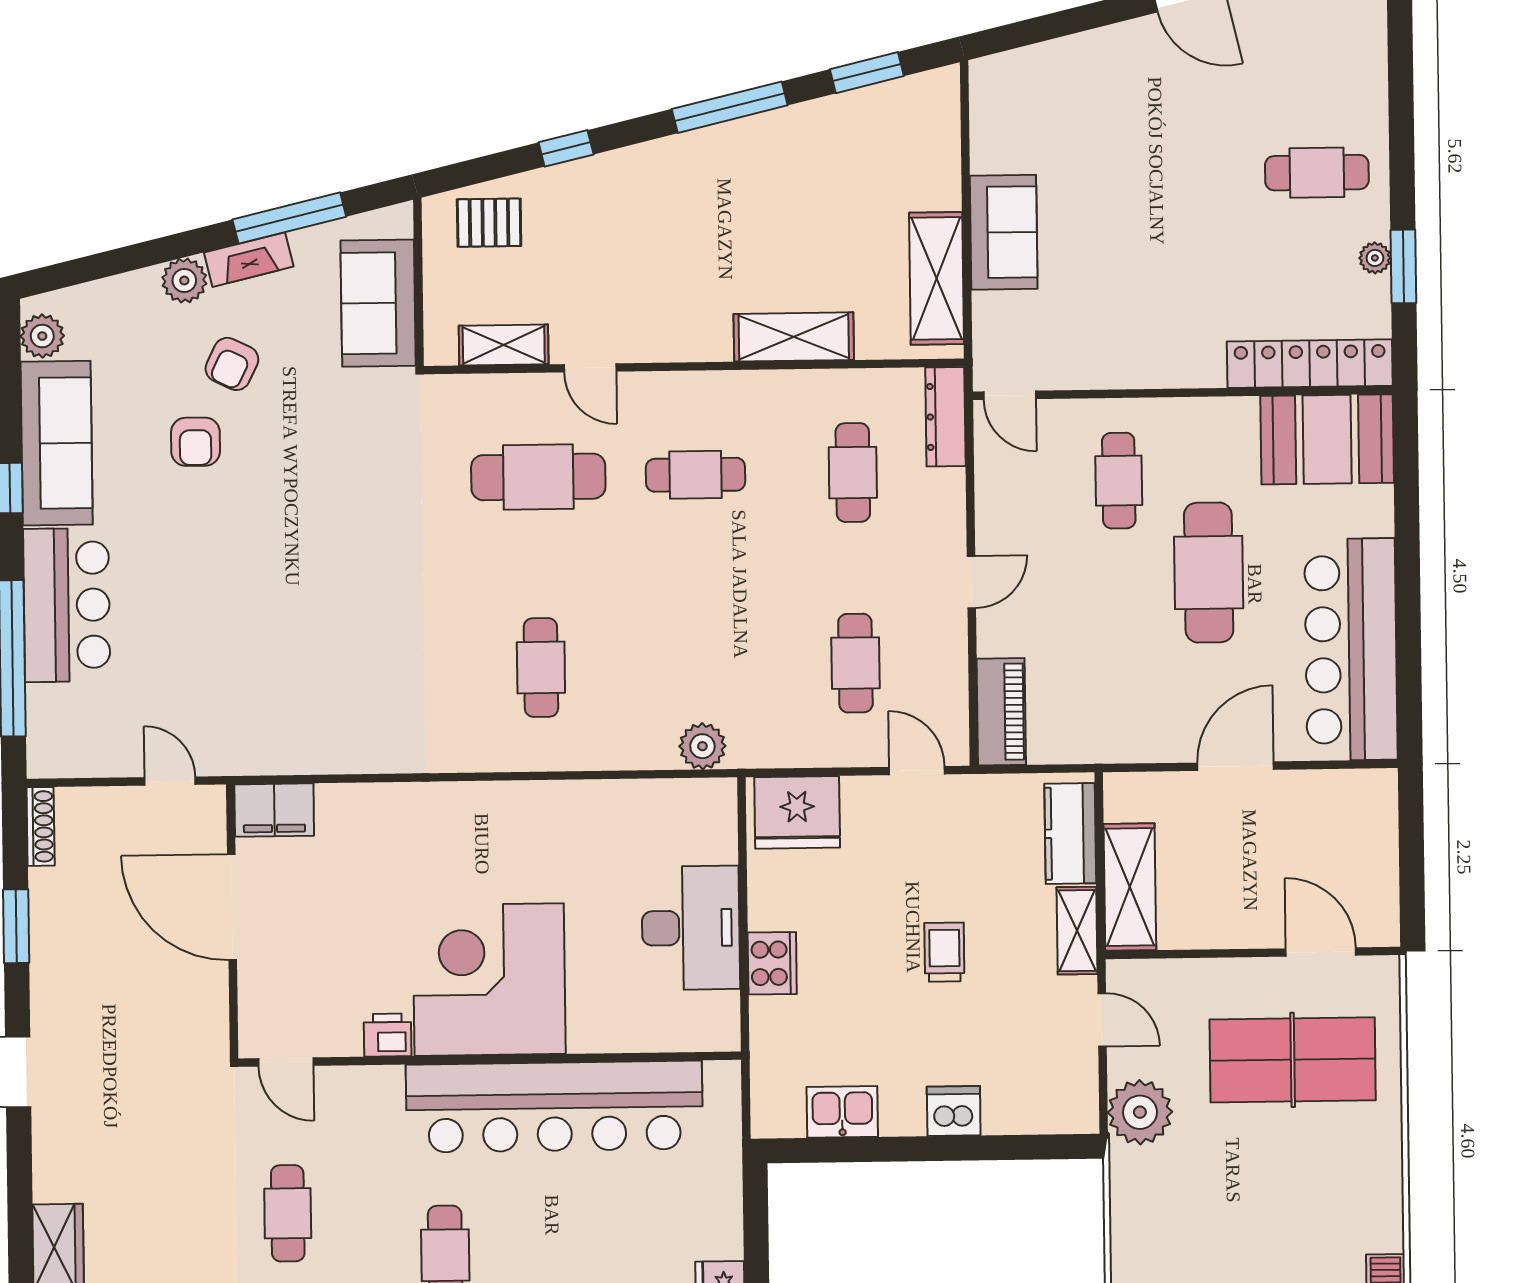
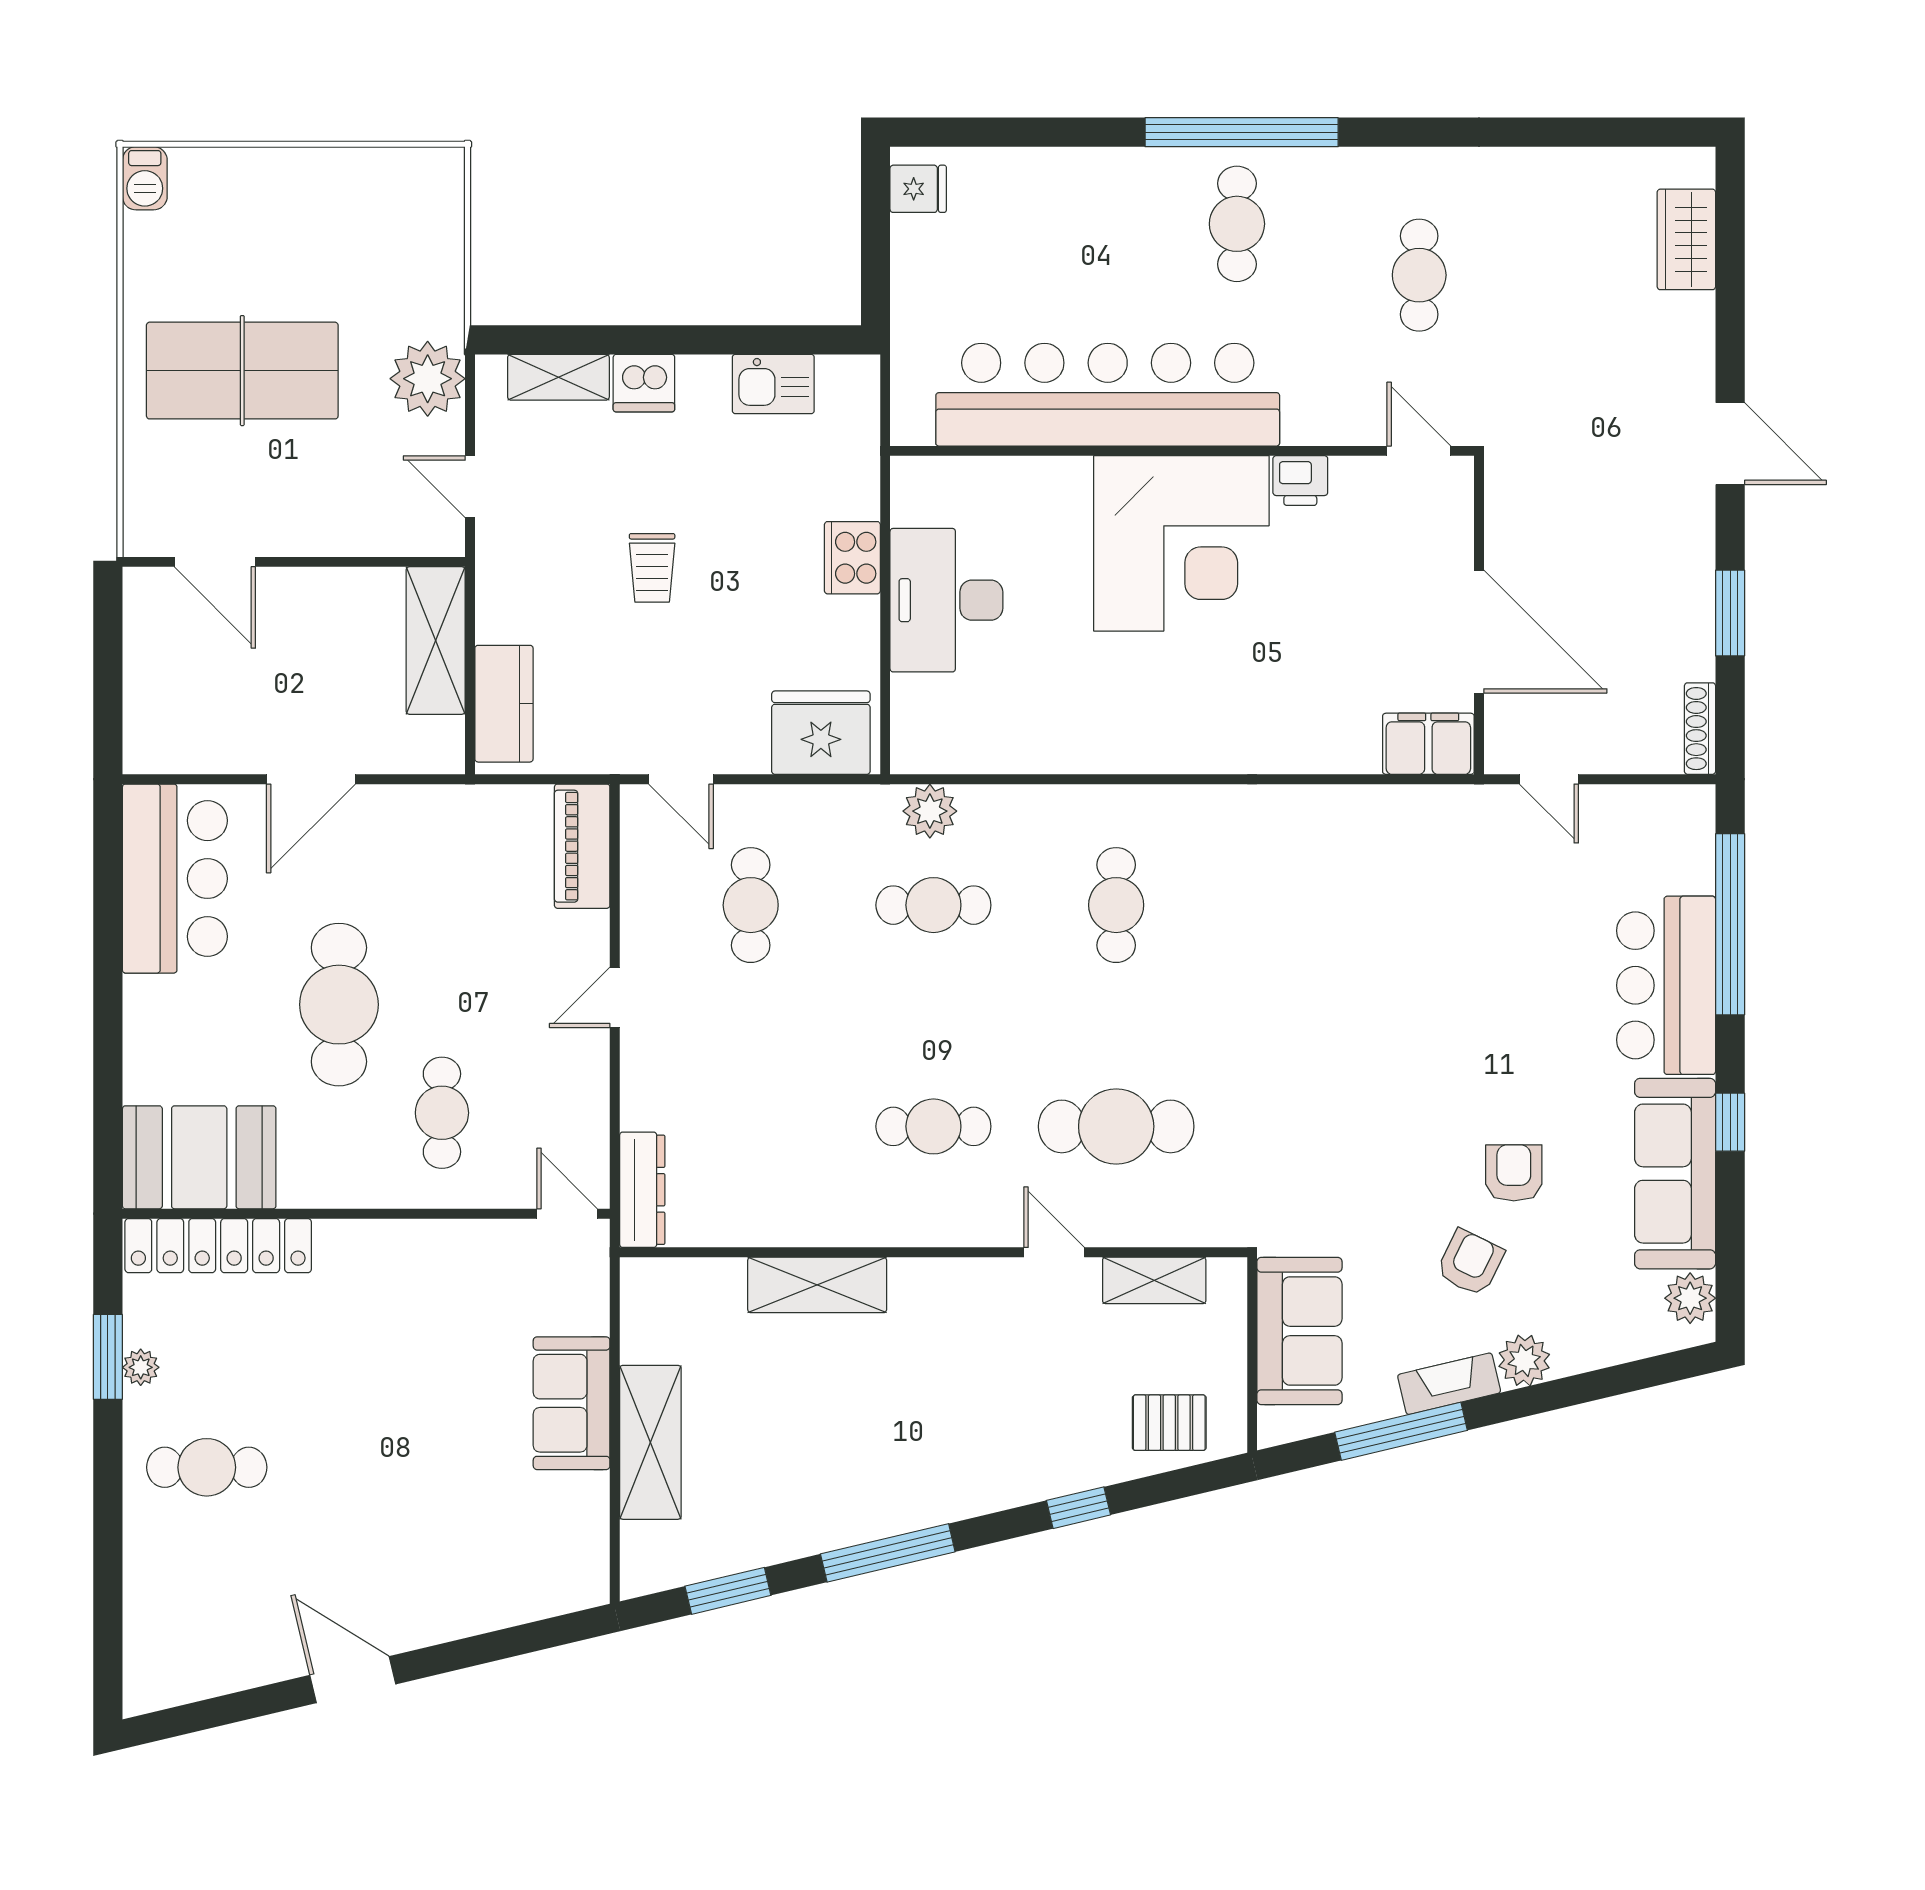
shelving: (936, 278) -> (650, 1442), moved
cafe table: (853, 473) -> (933, 905), moved, turned 90
bar counter: (1351, 649) -> (175, 879), width x0.73
shelving: (1077, 931) -> (558, 377), moved, turned 90
table tennis table: (1293, 1060) -> (242, 371), moved

